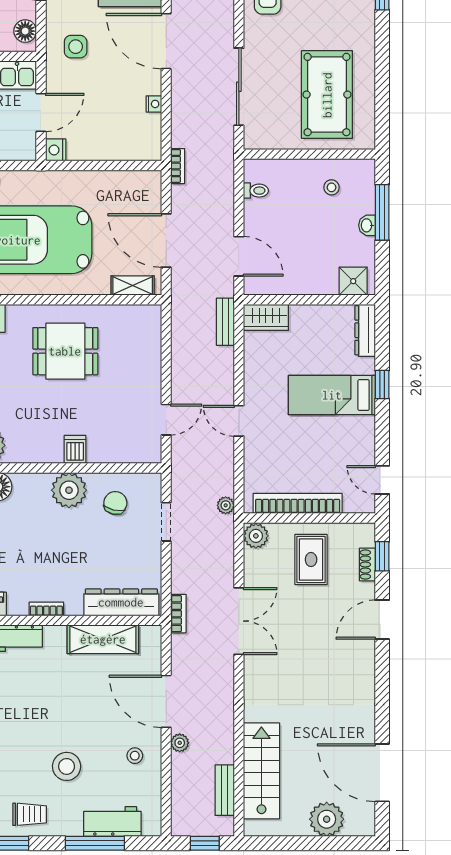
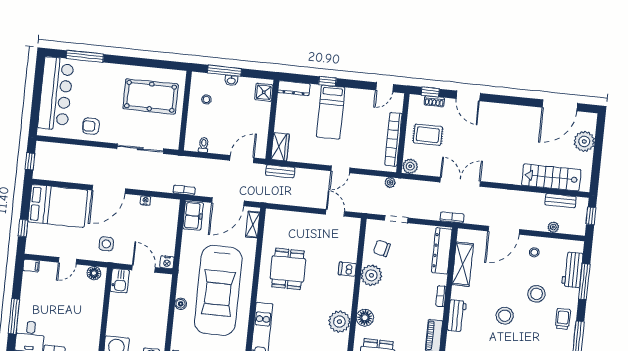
freezer: (137, 185) -> (193, 216), added
stool: (25, 718) -> (505, 316), added
plant: (180, 743) -> (553, 227), moved

